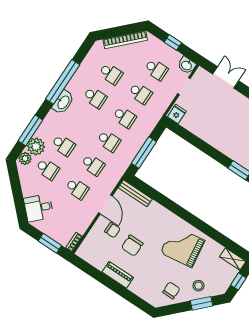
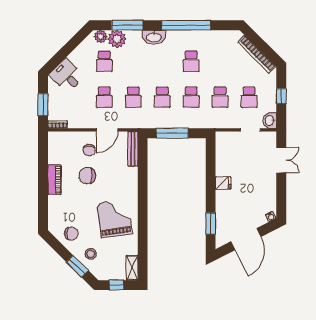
school desk: (111, 74) -> (220, 61), removed
washbasin: (63, 102) -> (154, 37), moved
fridge: (177, 114) -> (223, 183), moved
school desk: (63, 145) -> (133, 61), removed

